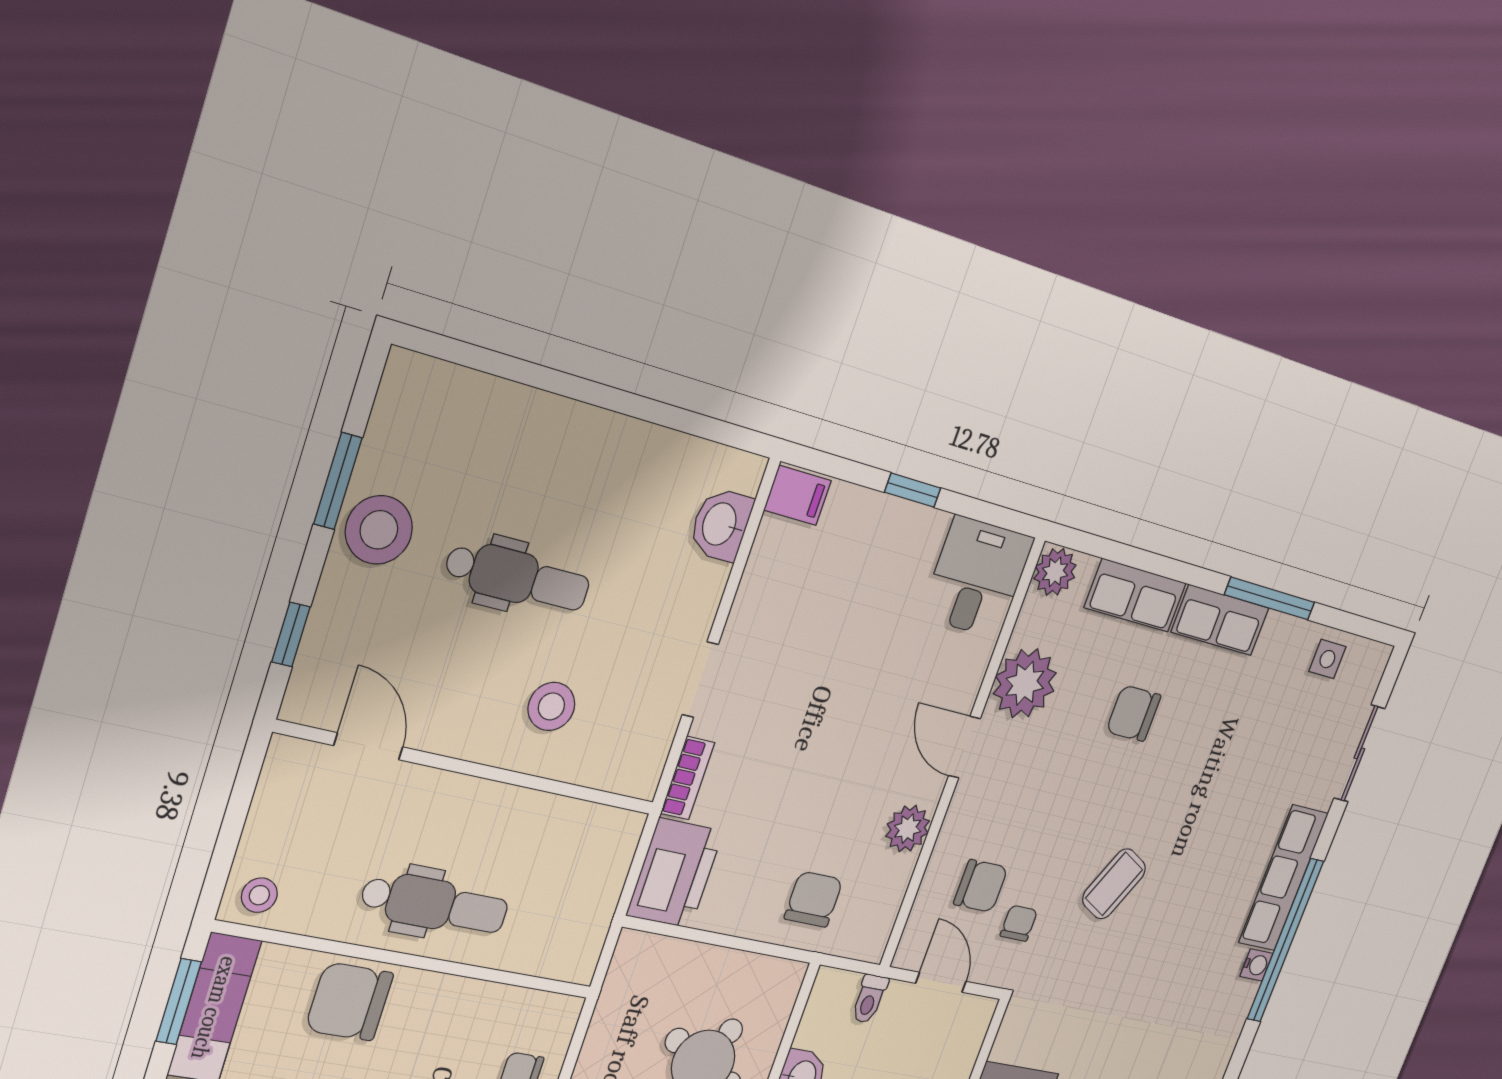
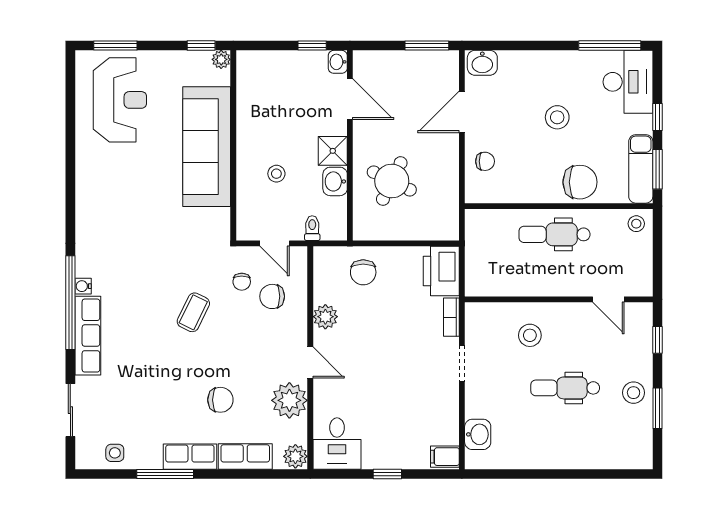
stool: (379, 530) -> (634, 393), width x0.73, depth x0.73

